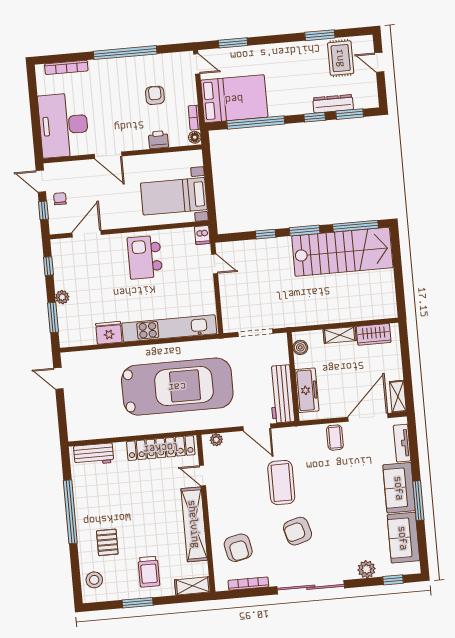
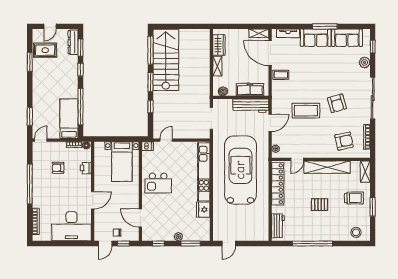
bed: (234, 99) -> (69, 119), width x0.67
dresser: (333, 104) -> (73, 42), moved
pallet: (107, 542) -> (320, 205), moved

